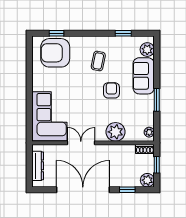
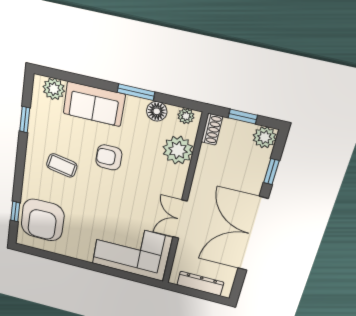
floor lamp: (148, 114) -> (157, 111), added
plant: (116, 132) -> (178, 150), moved

